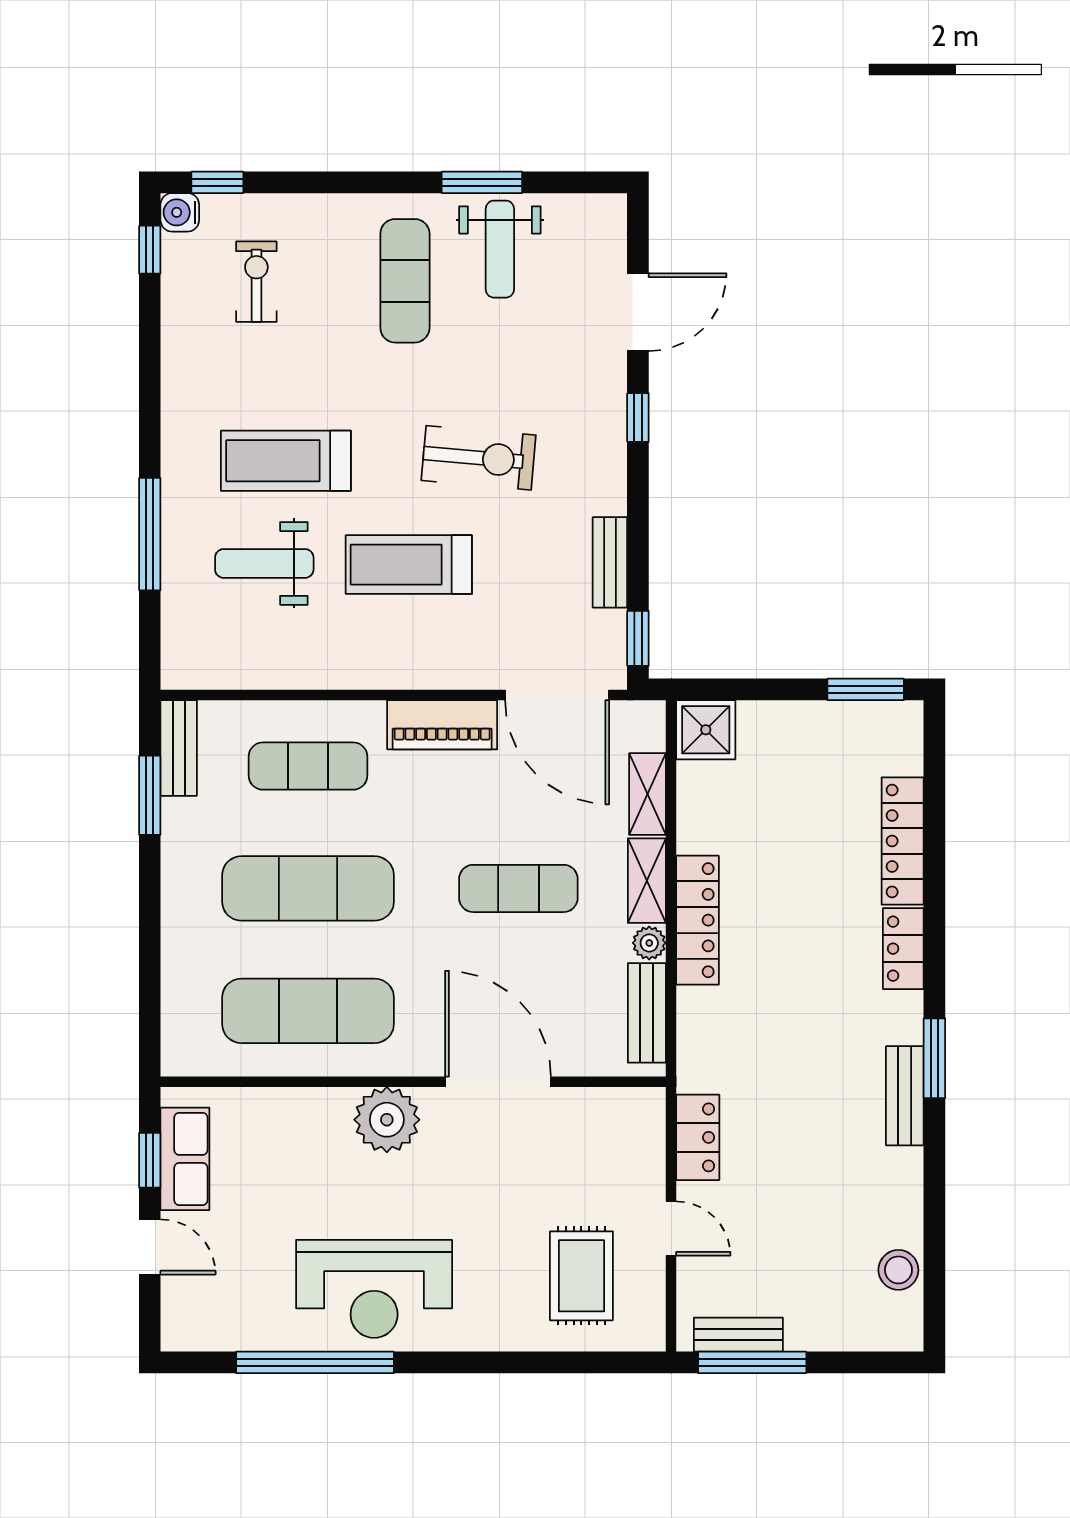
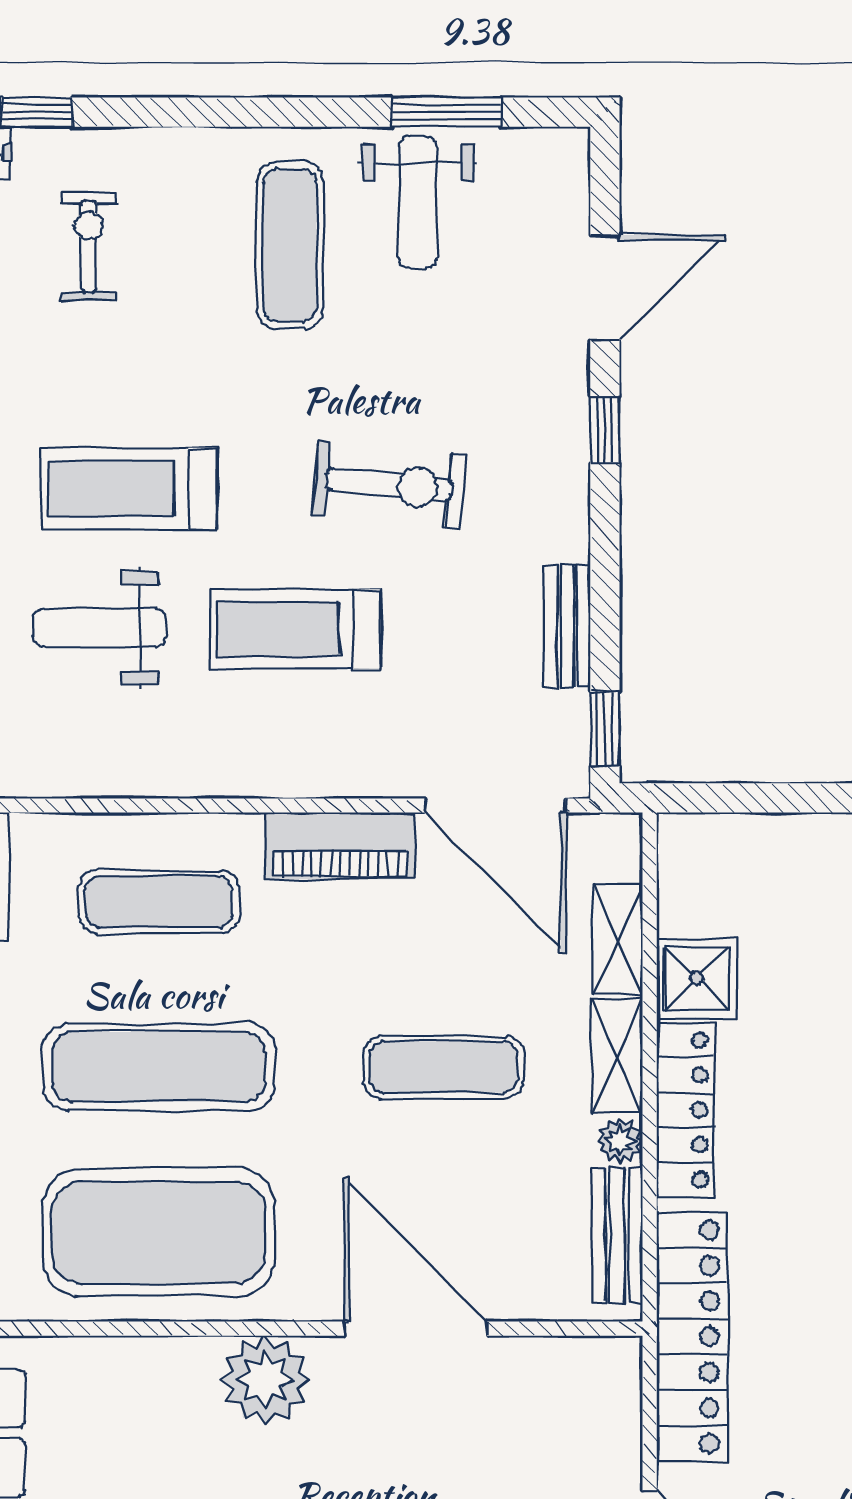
window: (482, 182) -> (446, 112), moved
shower: (706, 730) -> (697, 978), moved
exercise mat: (308, 1011) -> (159, 1233), width x1.47
locker: (698, 1137) -> (692, 1337), width x2.16, depth x1.21

